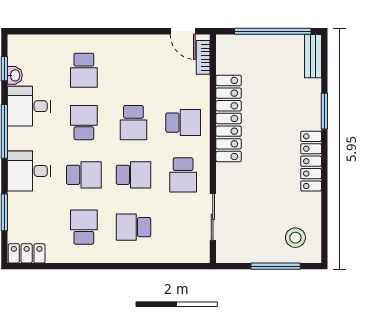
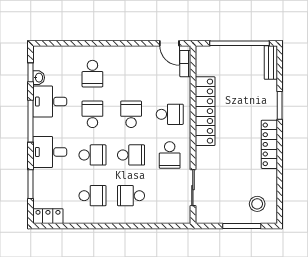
school desk: (133, 123) -> (131, 114), turned 180
school desk: (84, 227) -> (92, 196), turned 90

